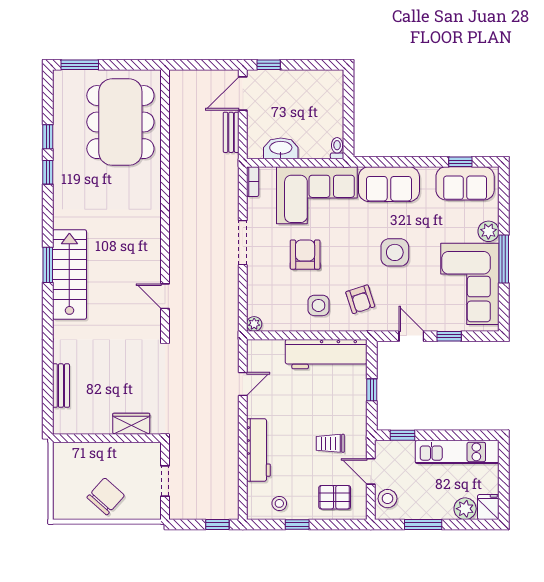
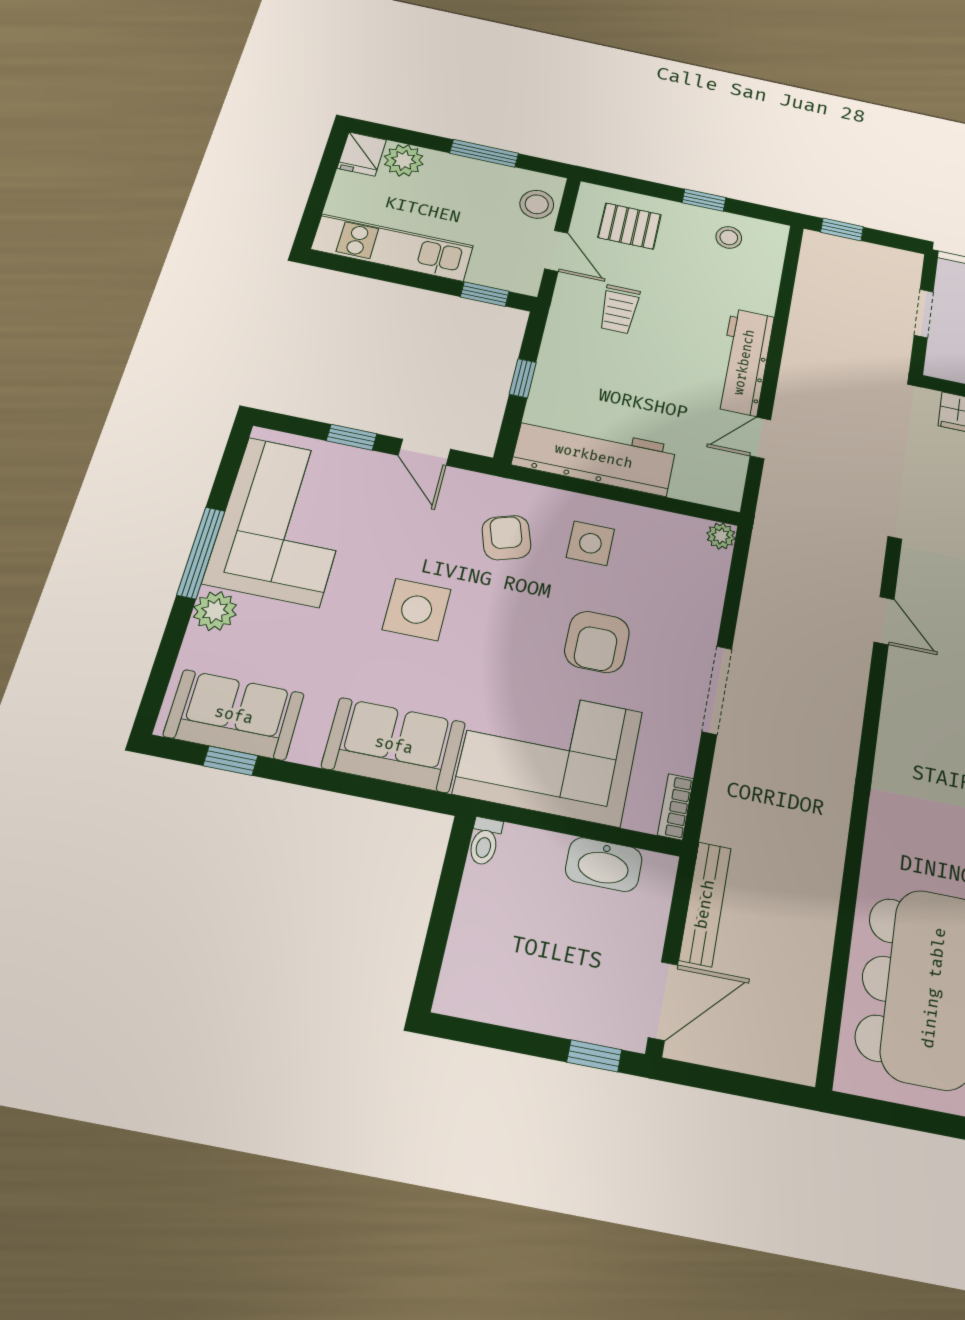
bench: (231, 132) -> (705, 904), width x1.36
trolley: (330, 443) -> (619, 309), turned 90
workbench: (258, 450) -> (744, 362), moved

